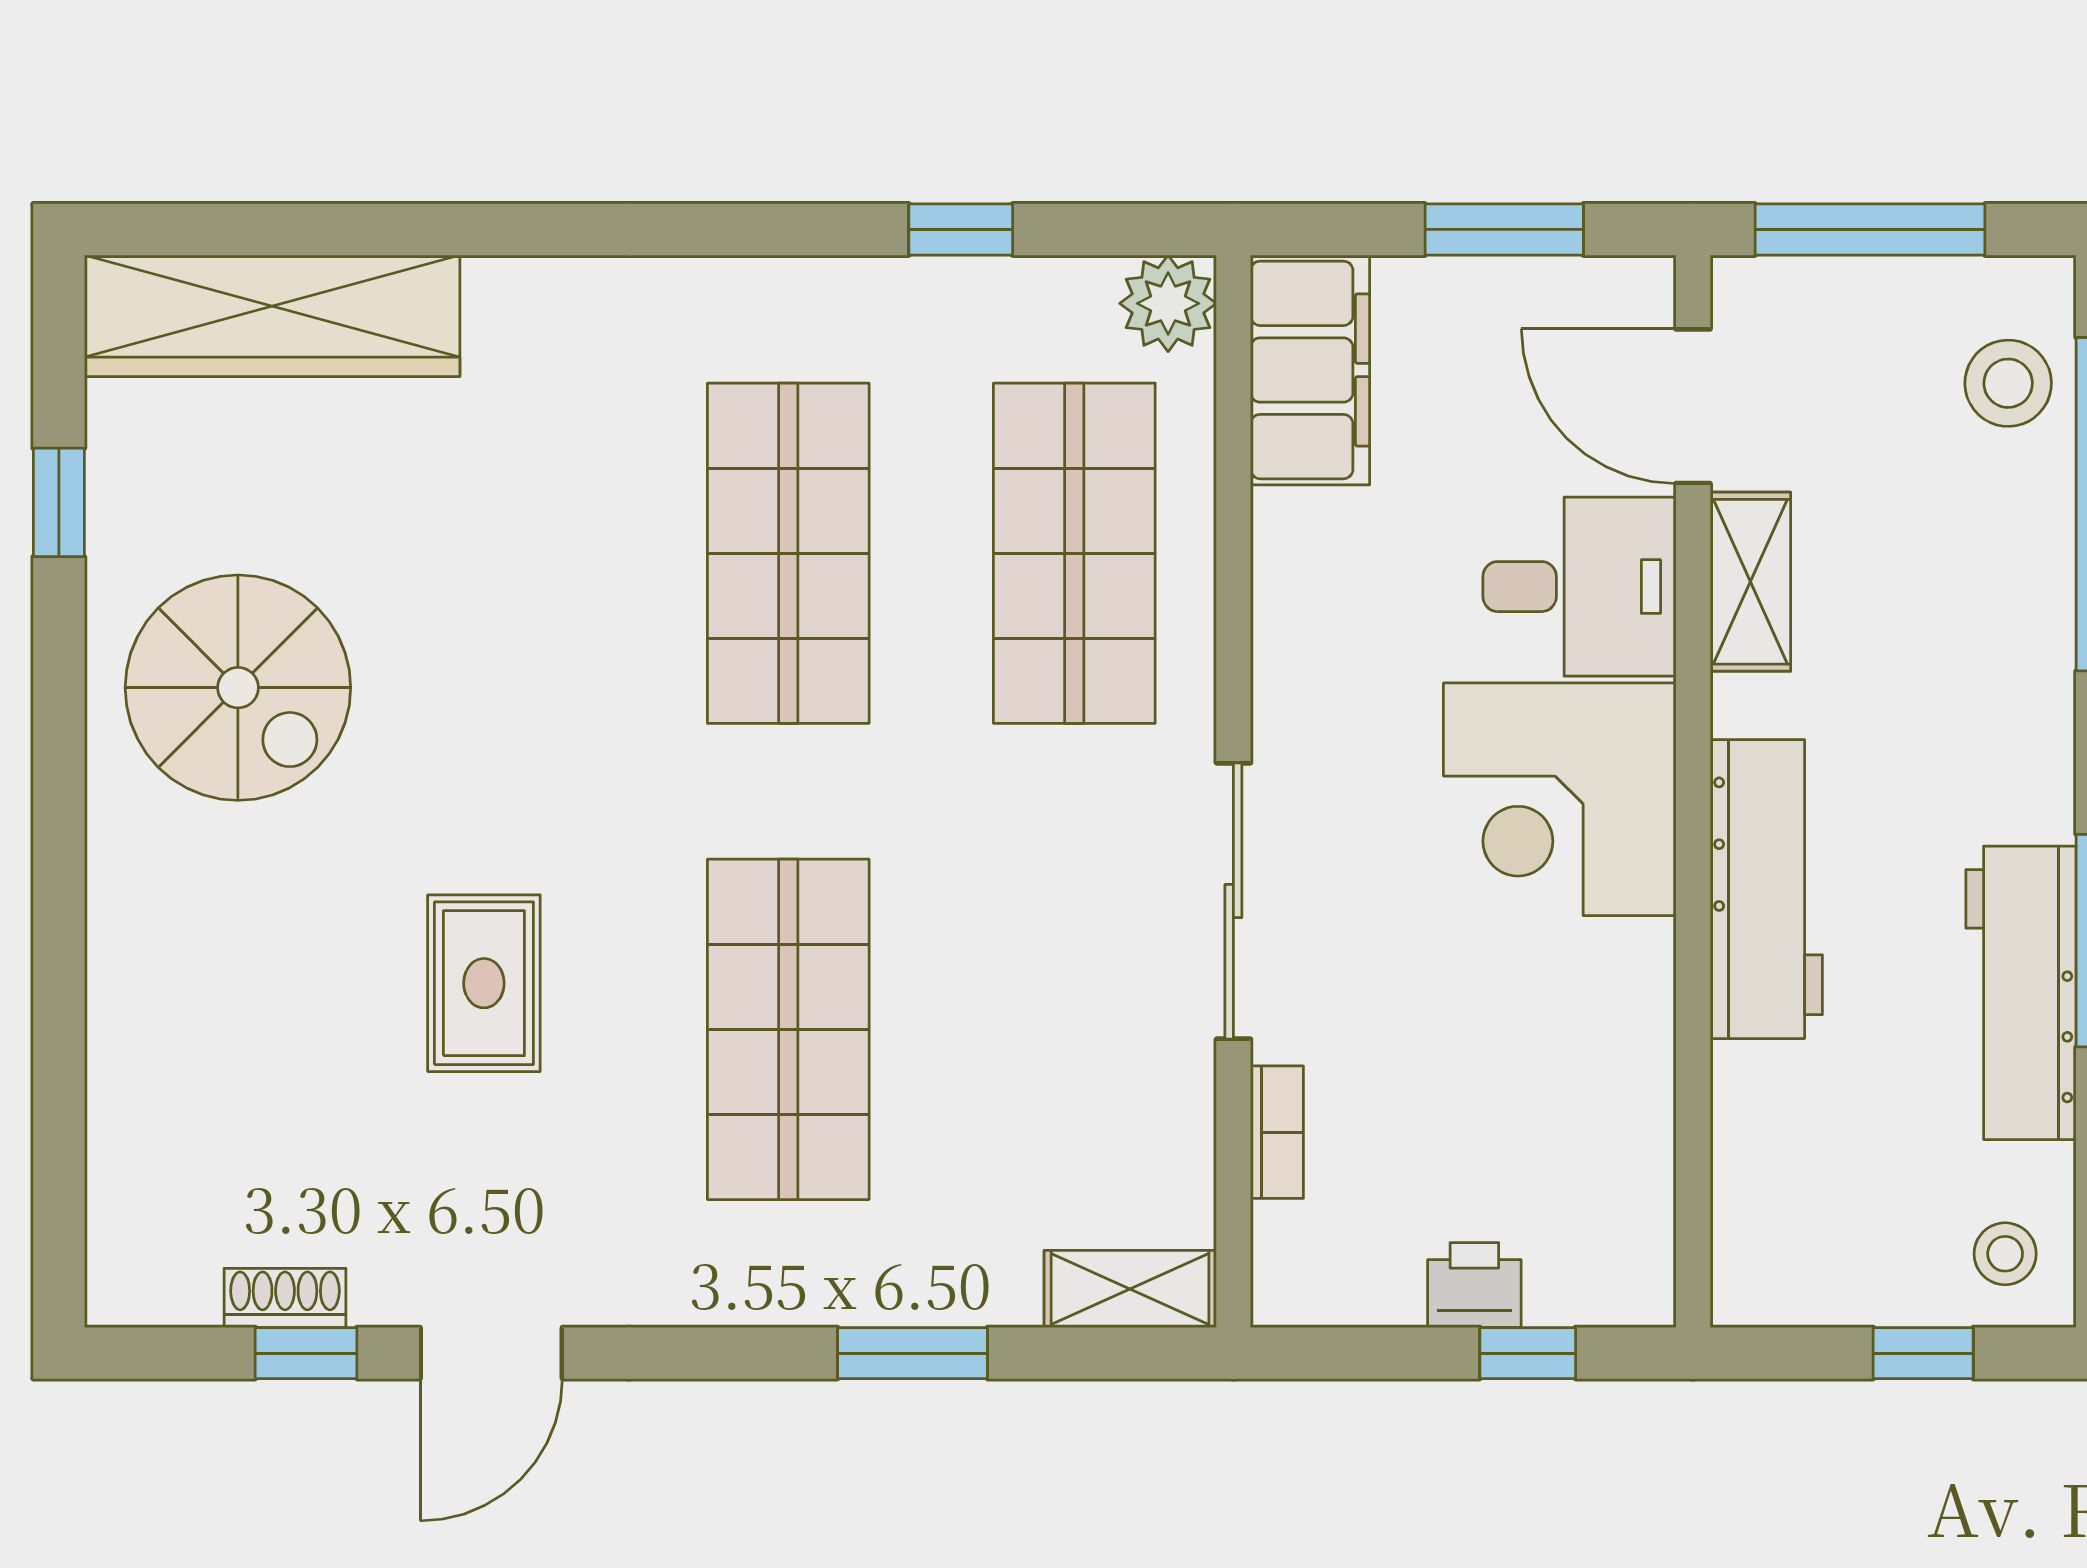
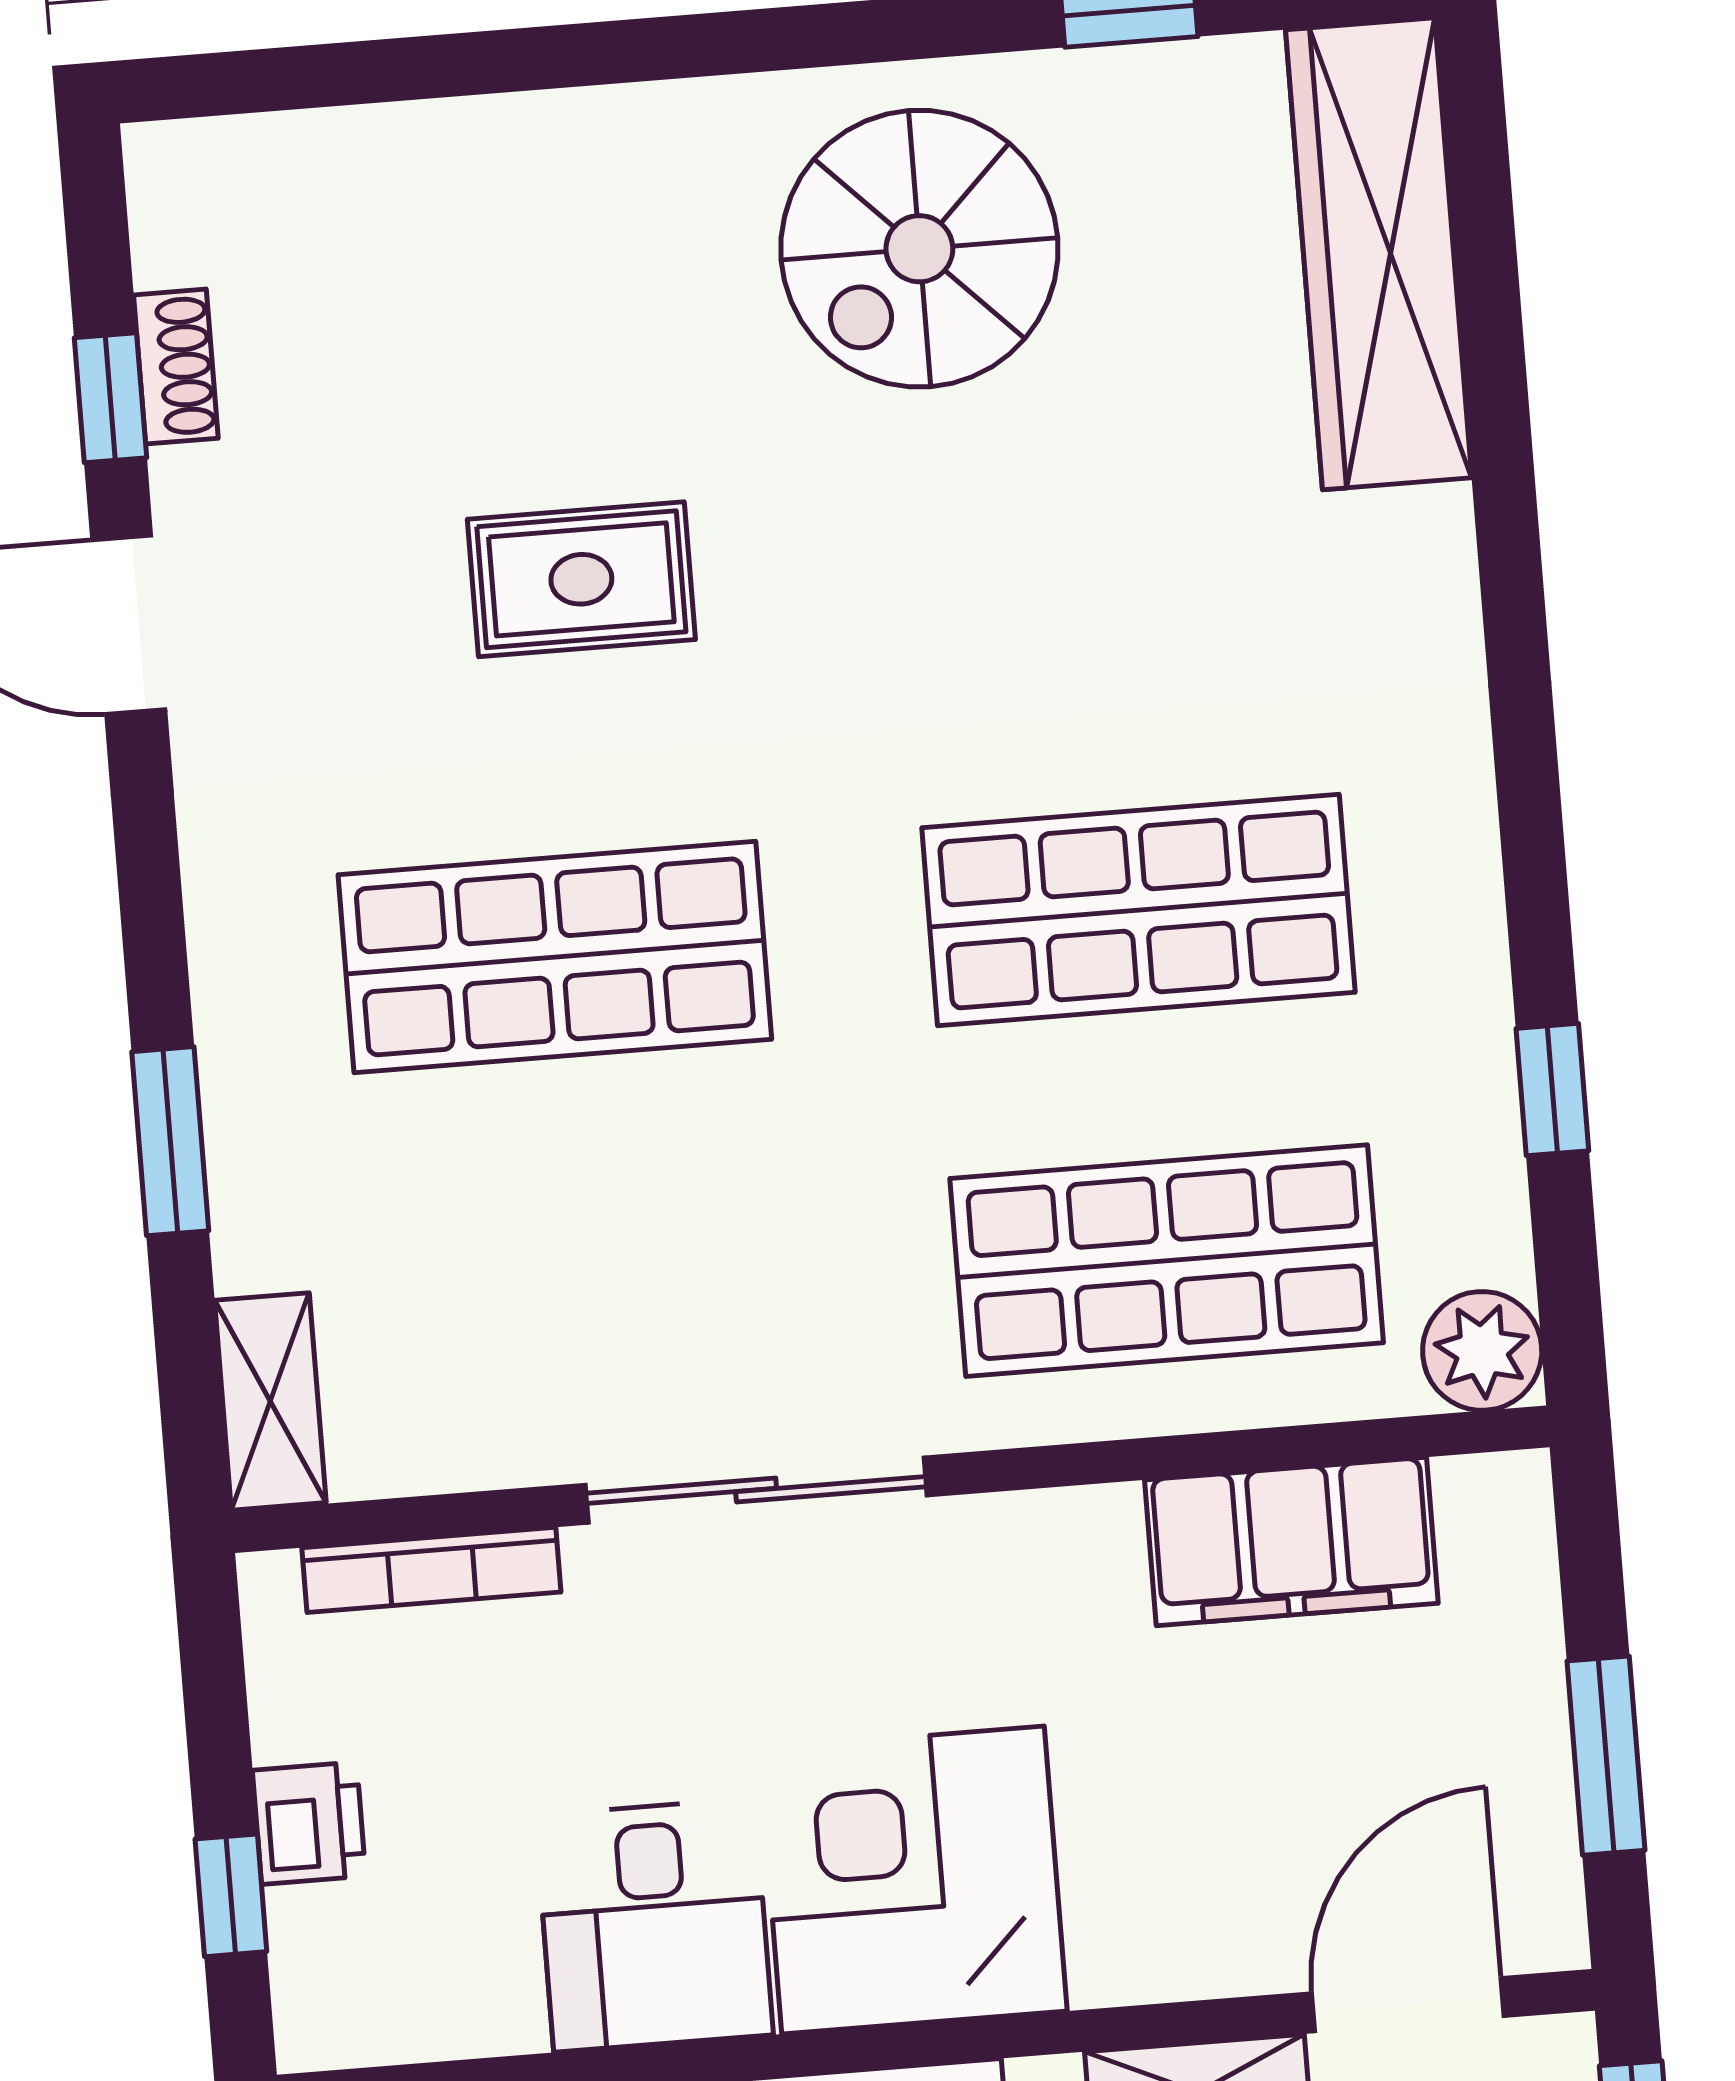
filing cabinet: (1310, 370) -> (1291, 1542), moved
desk: (1579, 587) -> (654, 1925), moved
bookcase: (1277, 1132) -> (431, 1570), width x1.56

